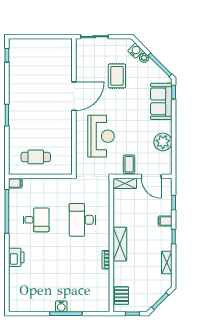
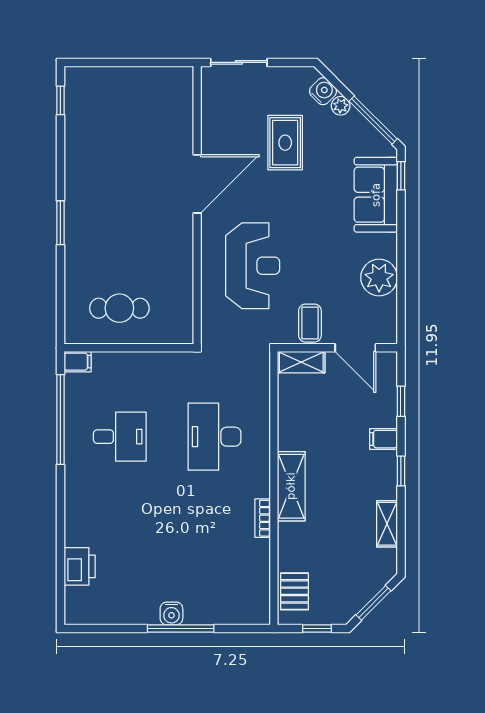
printer: (16, 257) -> (80, 566), moved

